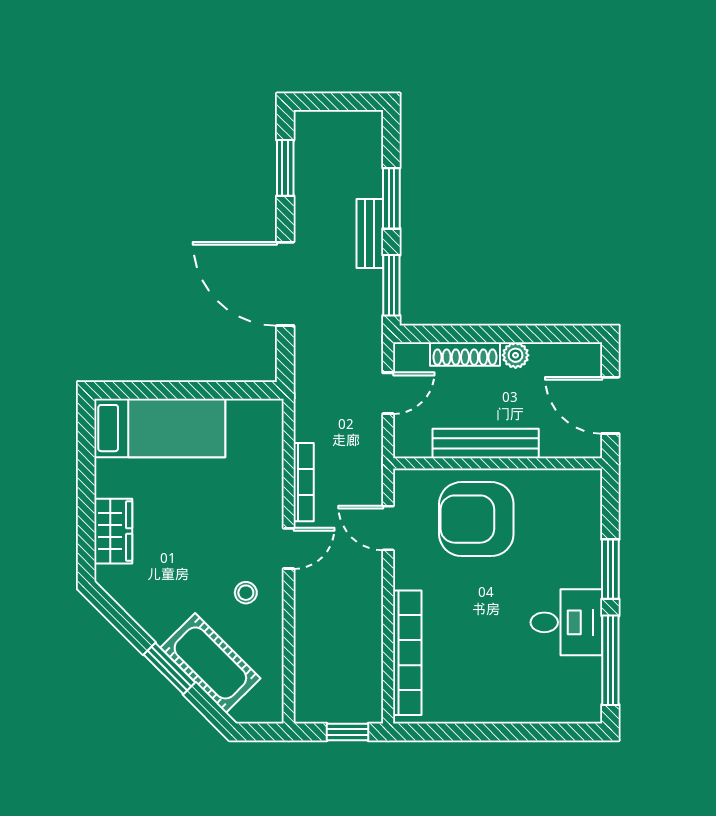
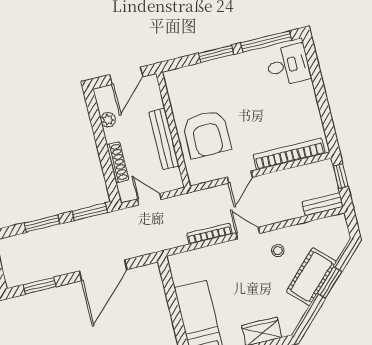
bench: (370, 234) -> (323, 204), moved
plant: (516, 355) -> (108, 120), moved
door: (388, 528) -> (240, 177), moved
desk: (566, 622) -> (288, 65), moved, turned 90
cot: (210, 663) -> (311, 277), moved

